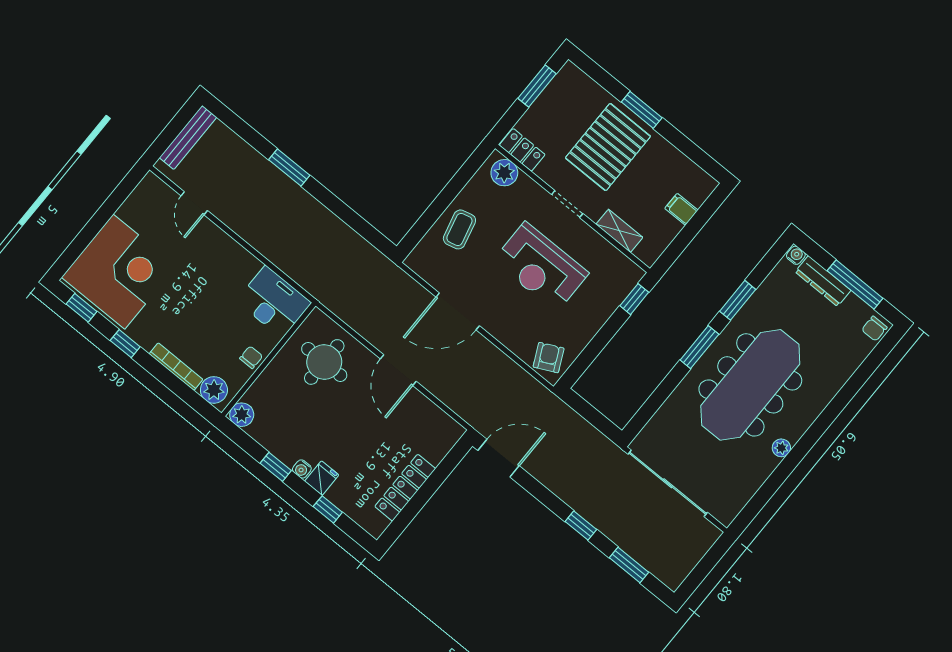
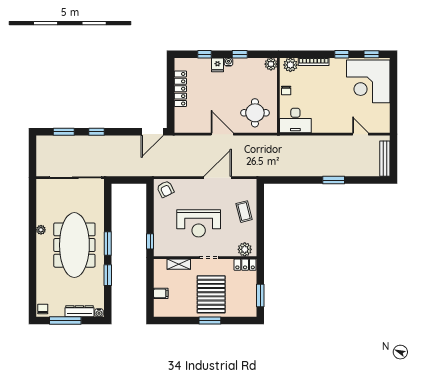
reception desk: (541, 267) -> (199, 223), turned 180

